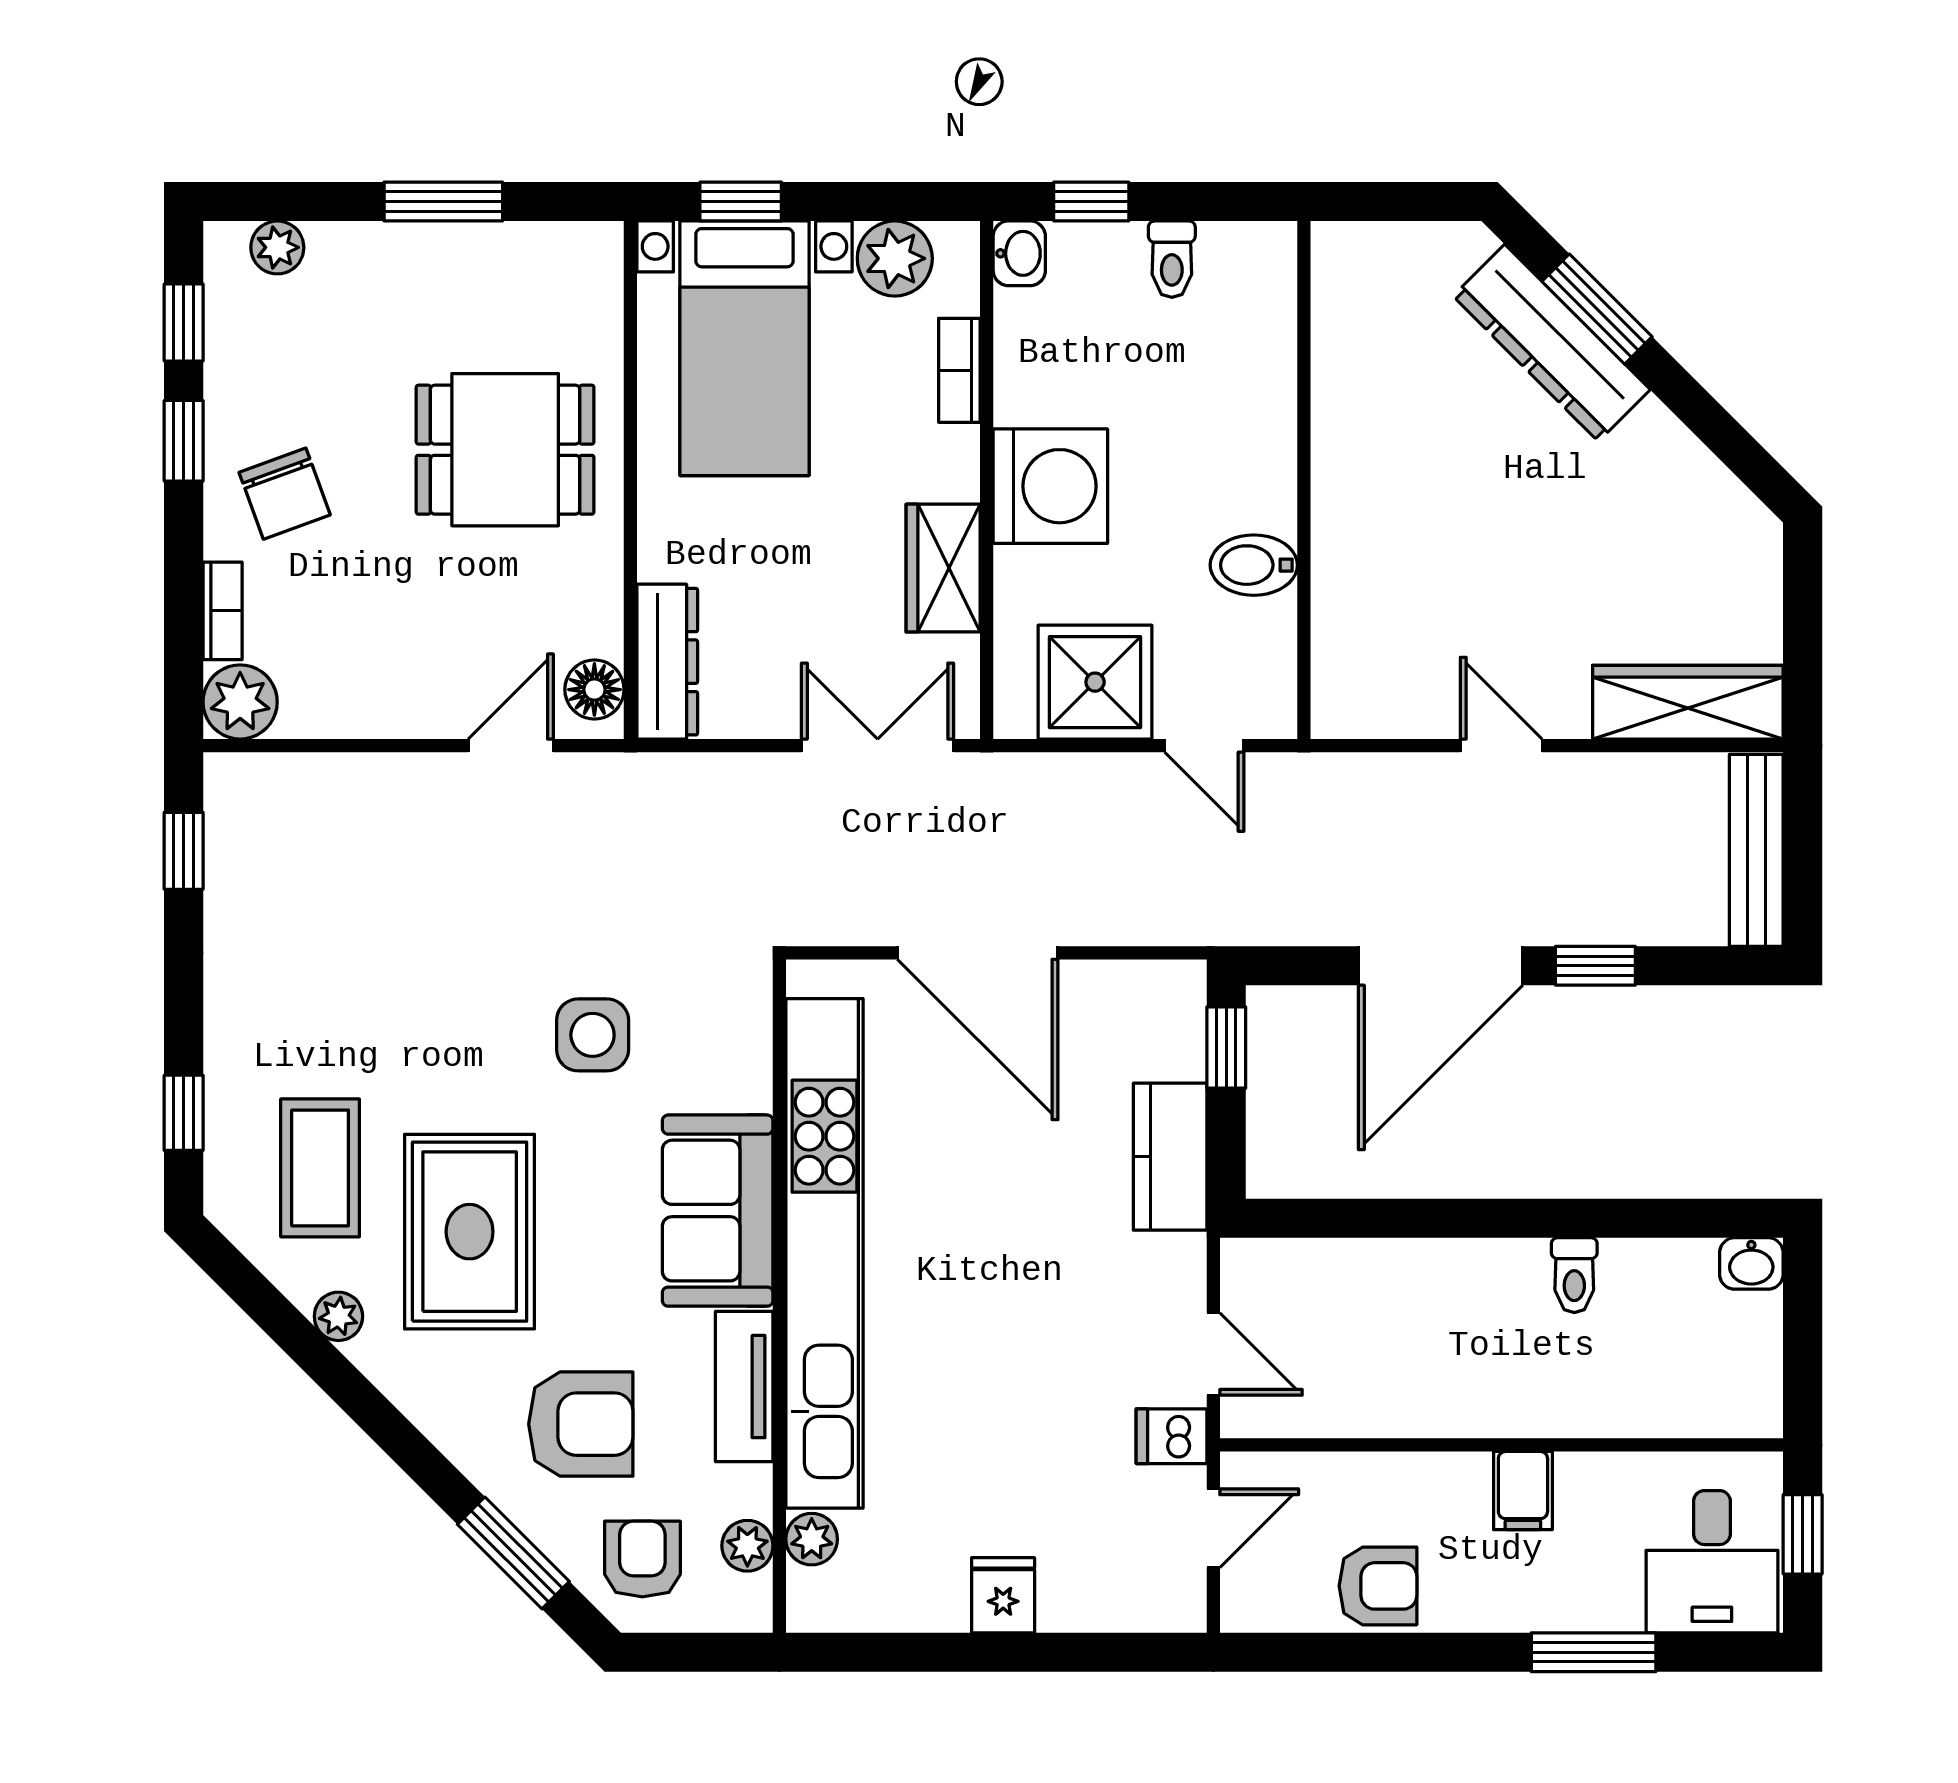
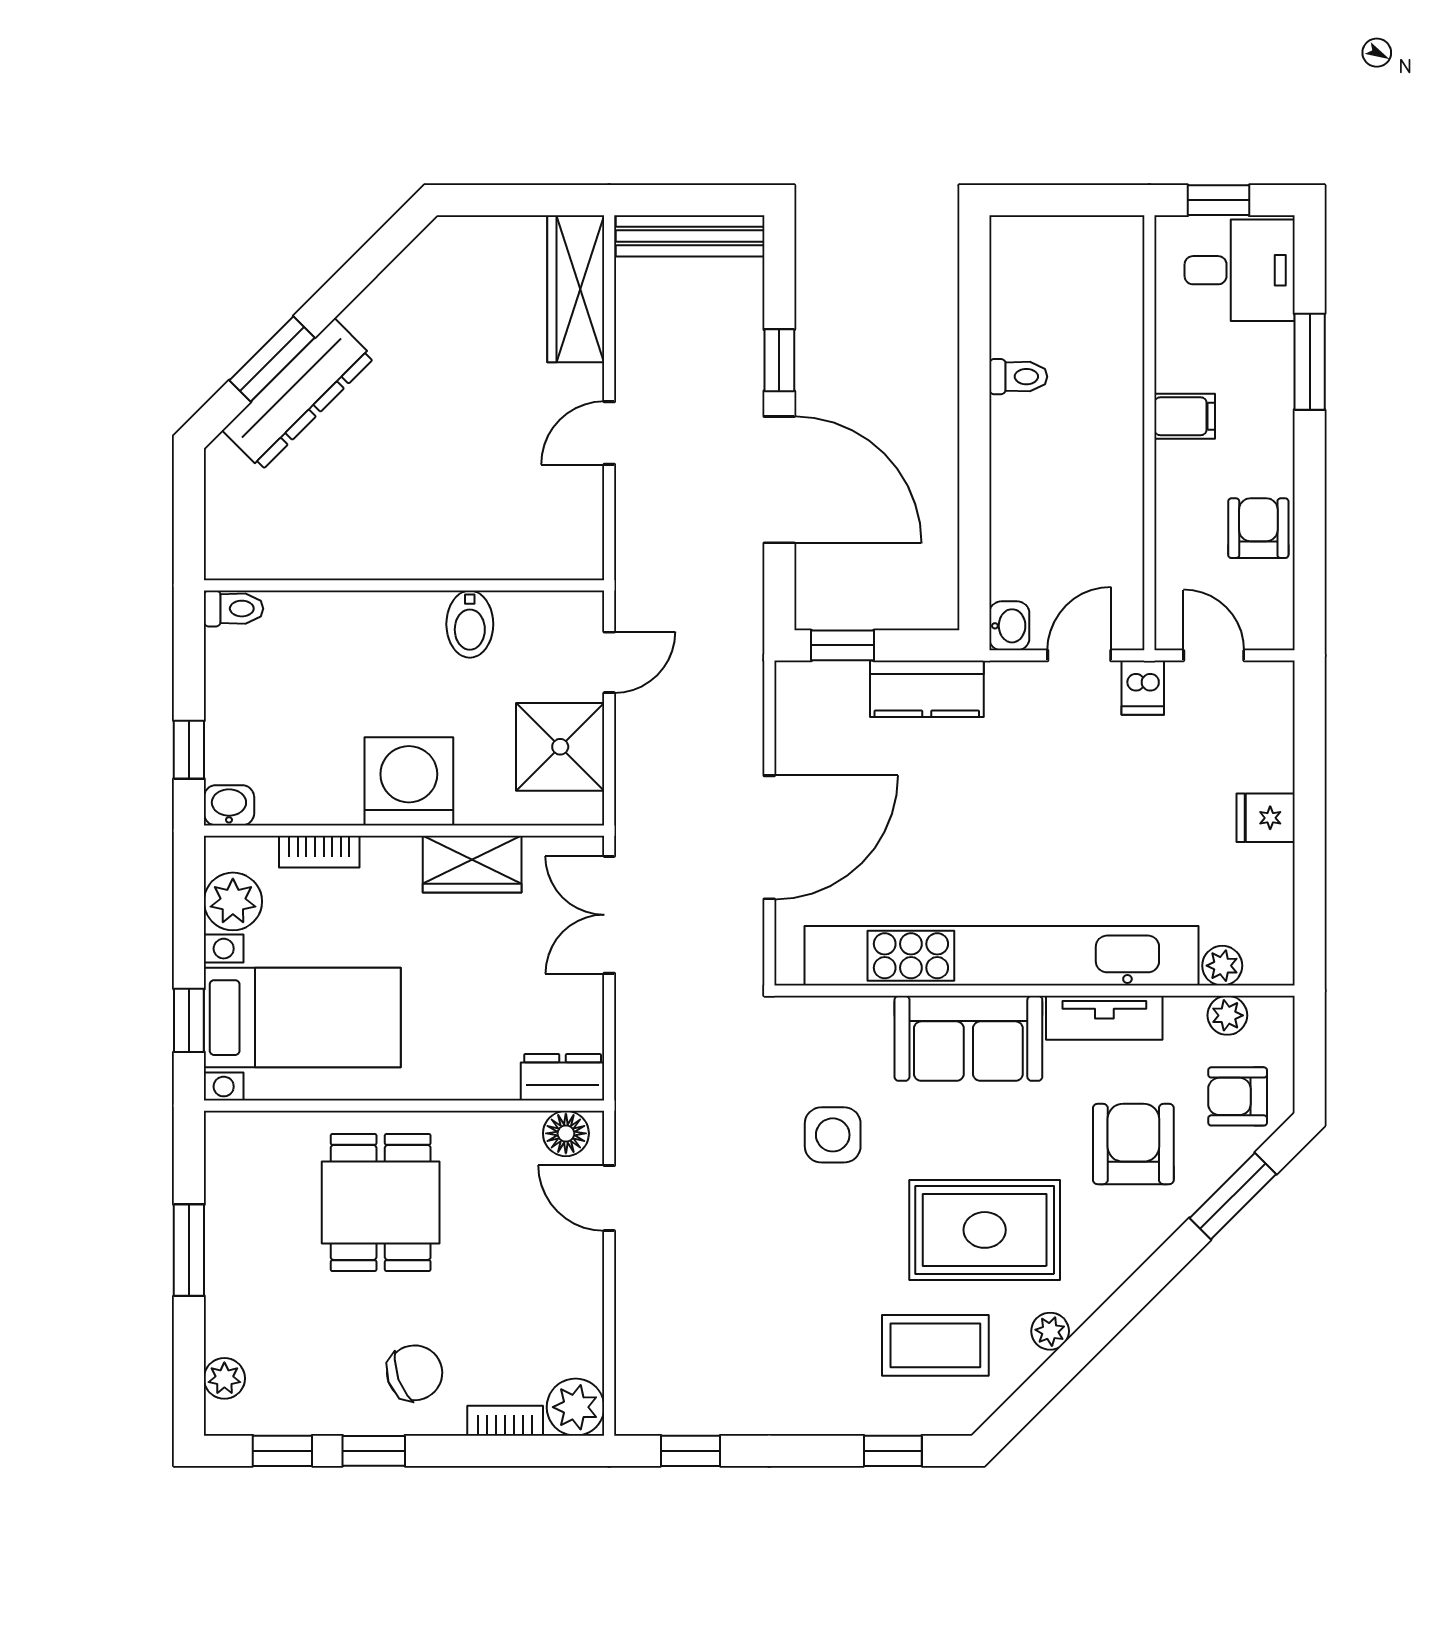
toilet: (1172, 259) -> (234, 609), moved
dresser: (667, 662) -> (563, 1077), width x0.70
washbasin: (1751, 1263) -> (1009, 626), moved

